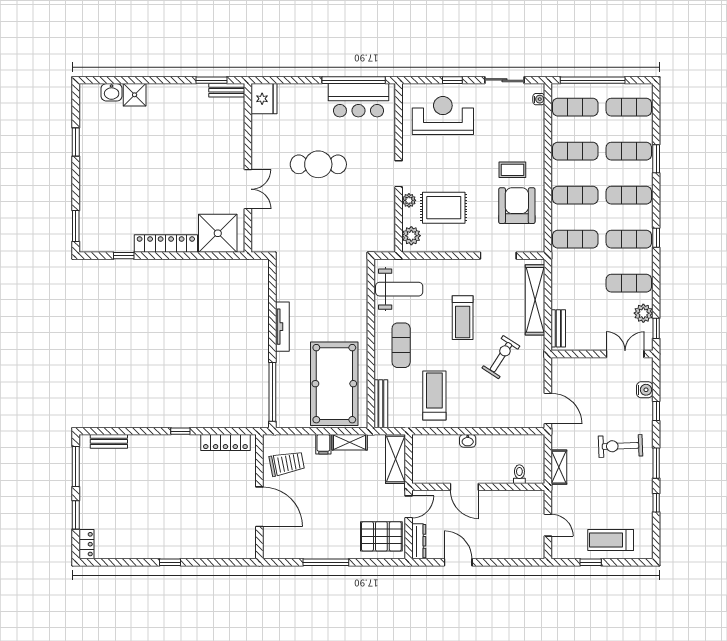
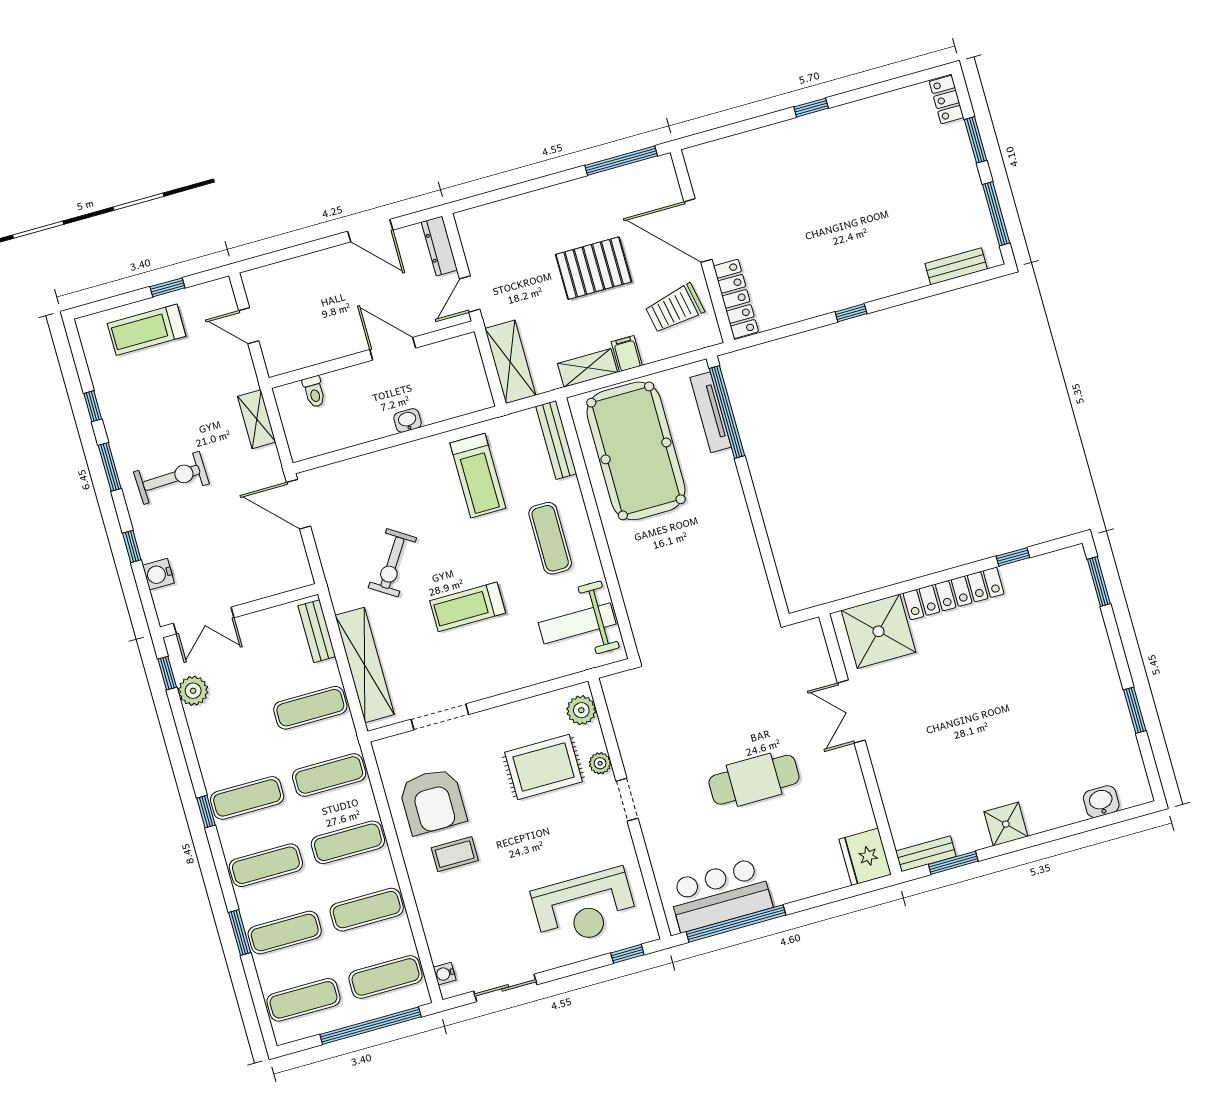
window: (452, 80) -> (627, 954), moved
shower: (135, 95) -> (1006, 824), moved
exercise mat: (629, 283) -> (310, 708), moved
treadmill: (463, 318) -> (468, 607), turned -90
tv unit: (282, 327) -> (711, 412), moved
locker: (225, 442) -> (736, 299), moved, turned 90
pallet: (381, 536) -> (594, 268), moved
treadmill: (611, 540) -> (147, 330), turned 180
window: (326, 562) -> (621, 161), moved

